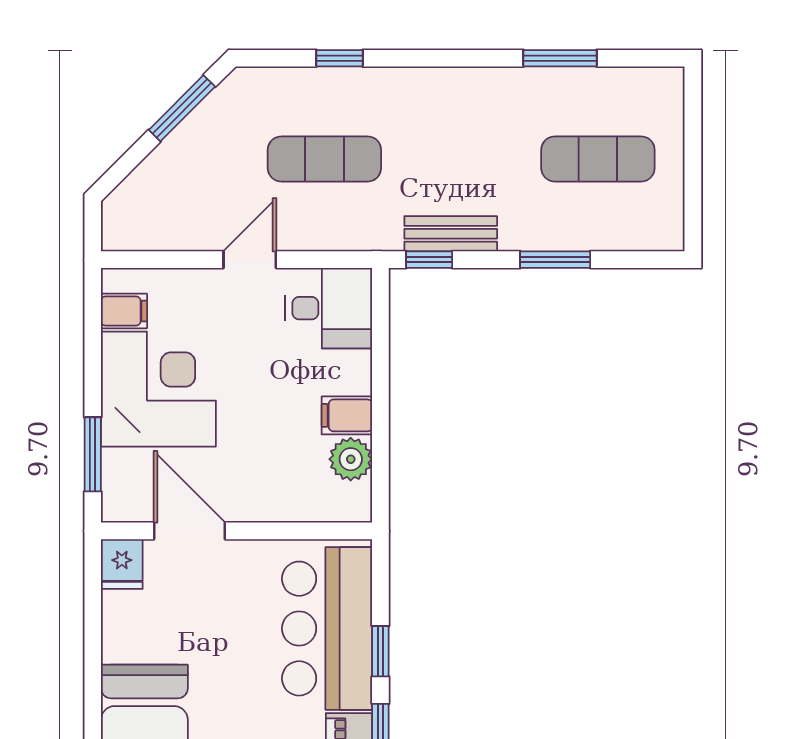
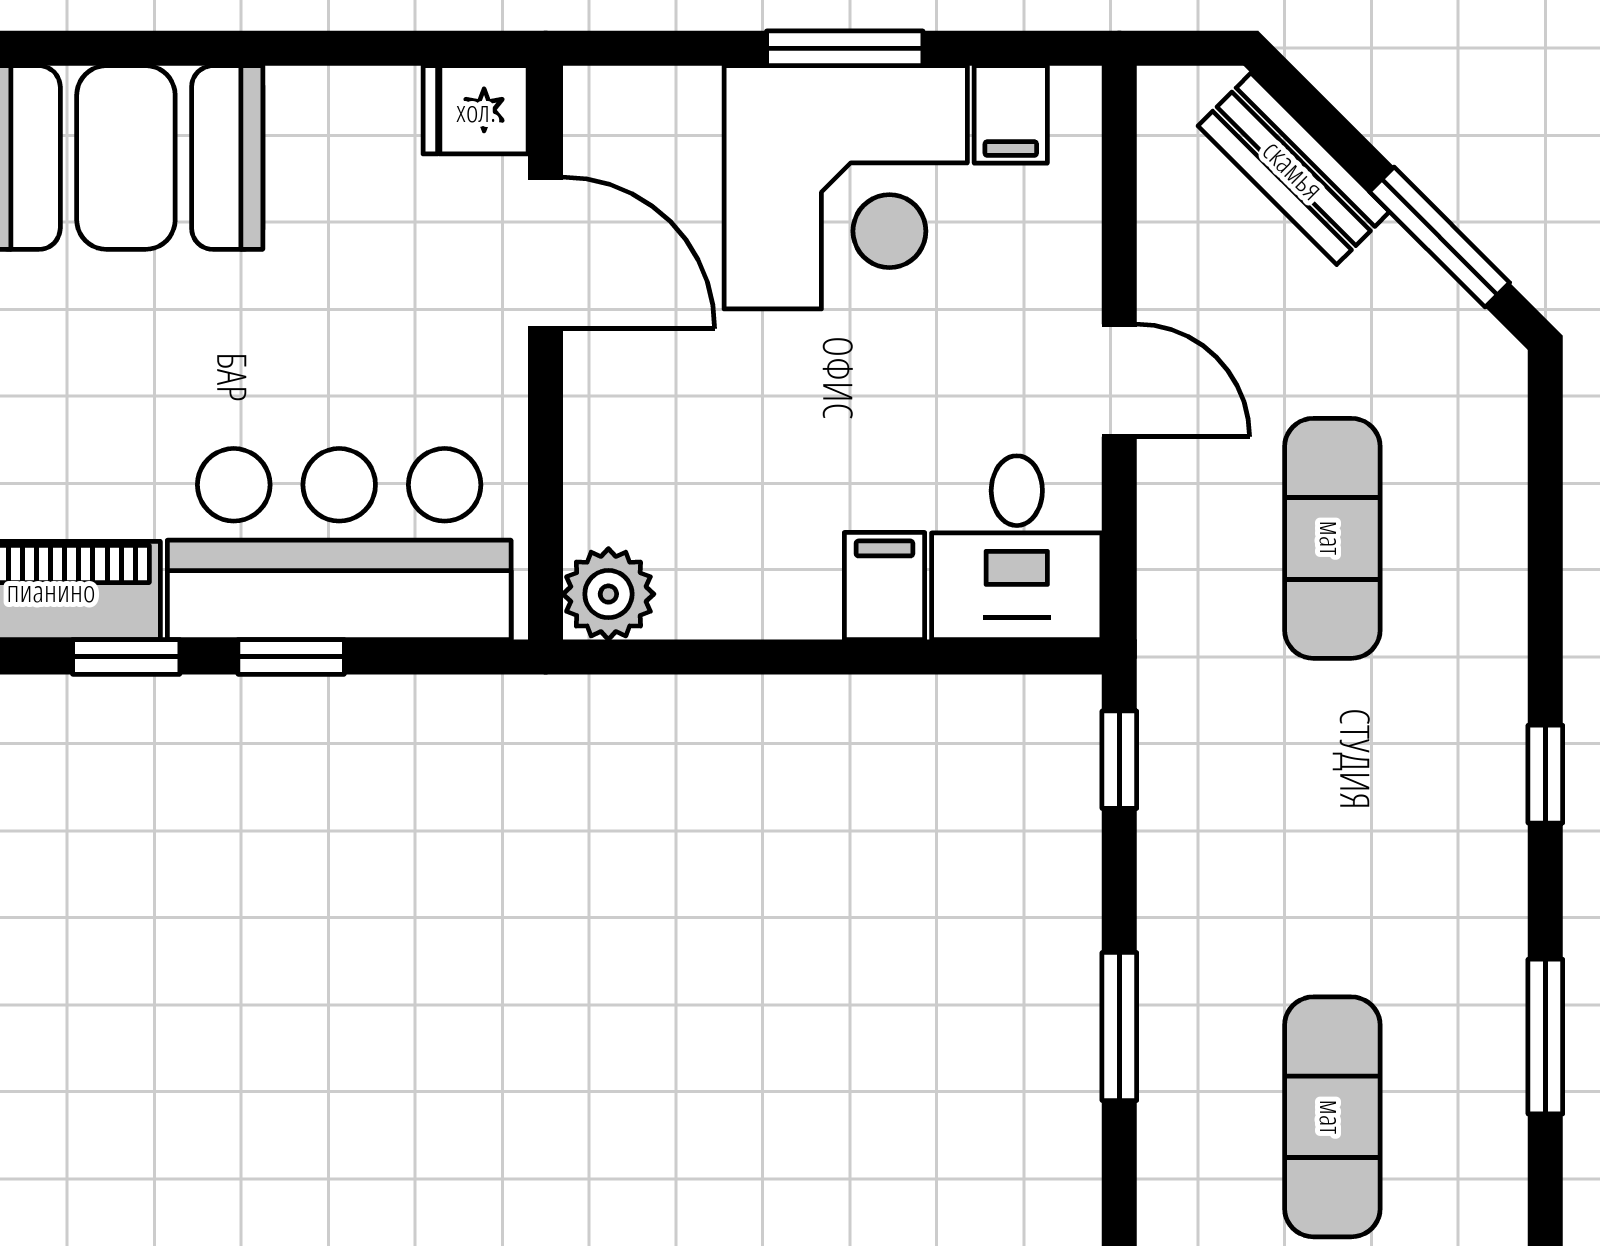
window: (340, 58) -> (1545, 774), moved
bench: (451, 234) -> (1294, 169), moved, turned -45
filing cabinet: (347, 415) -> (884, 586), moved
window: (93, 454) -> (845, 48), moved
plant: (351, 459) -> (608, 594), moved
door: (189, 531) -> (546, 253), hinge flipped

